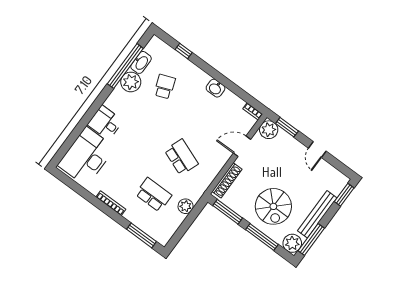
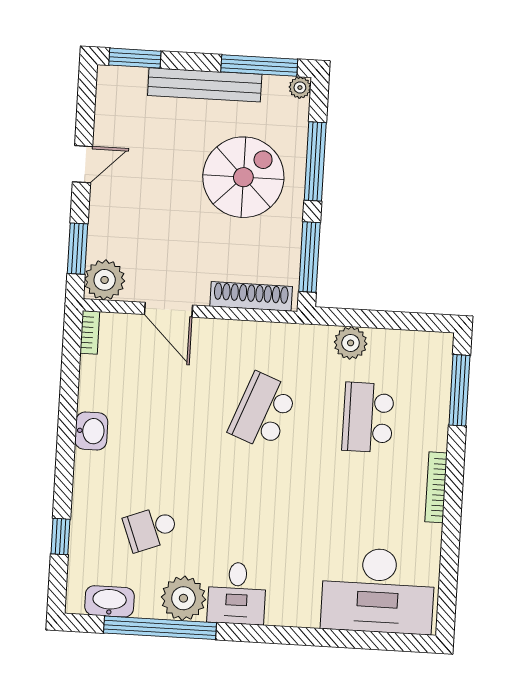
washbasin: (141, 62) -> (109, 601), moved
desk: (105, 123) -> (237, 593), moved
plant: (292, 243) -> (300, 88), width x0.53, depth x0.53

